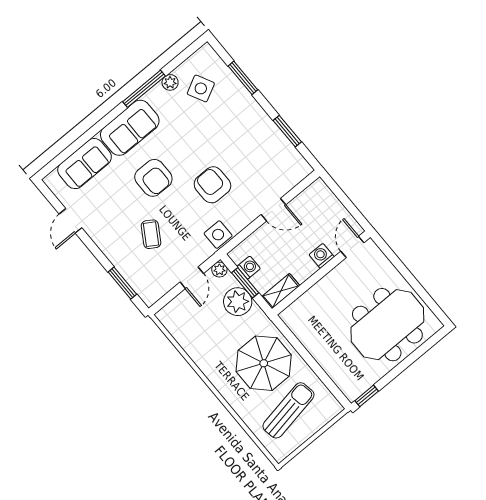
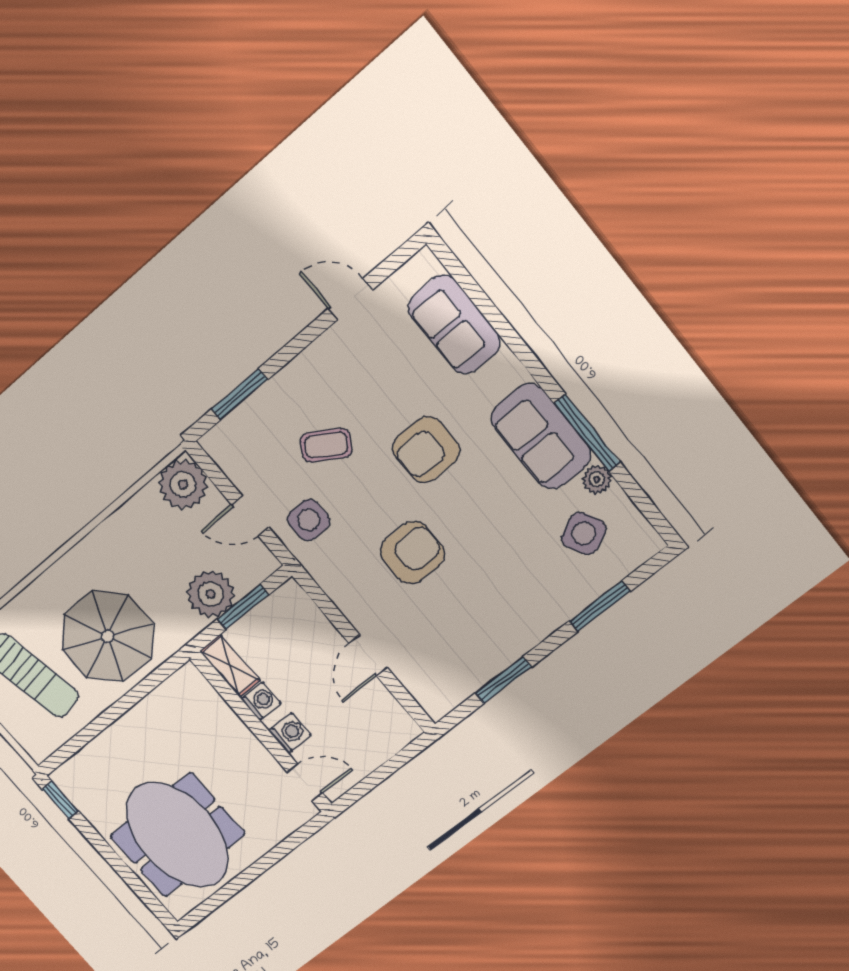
sofa: (130, 128) -> (541, 436), moved
side table: (218, 235) -> (309, 520), moved
washing machine: (249, 267) -> (261, 701), moved, turned -90
plant: (219, 270) -> (183, 484), moved, width x1.88, depth x1.88

